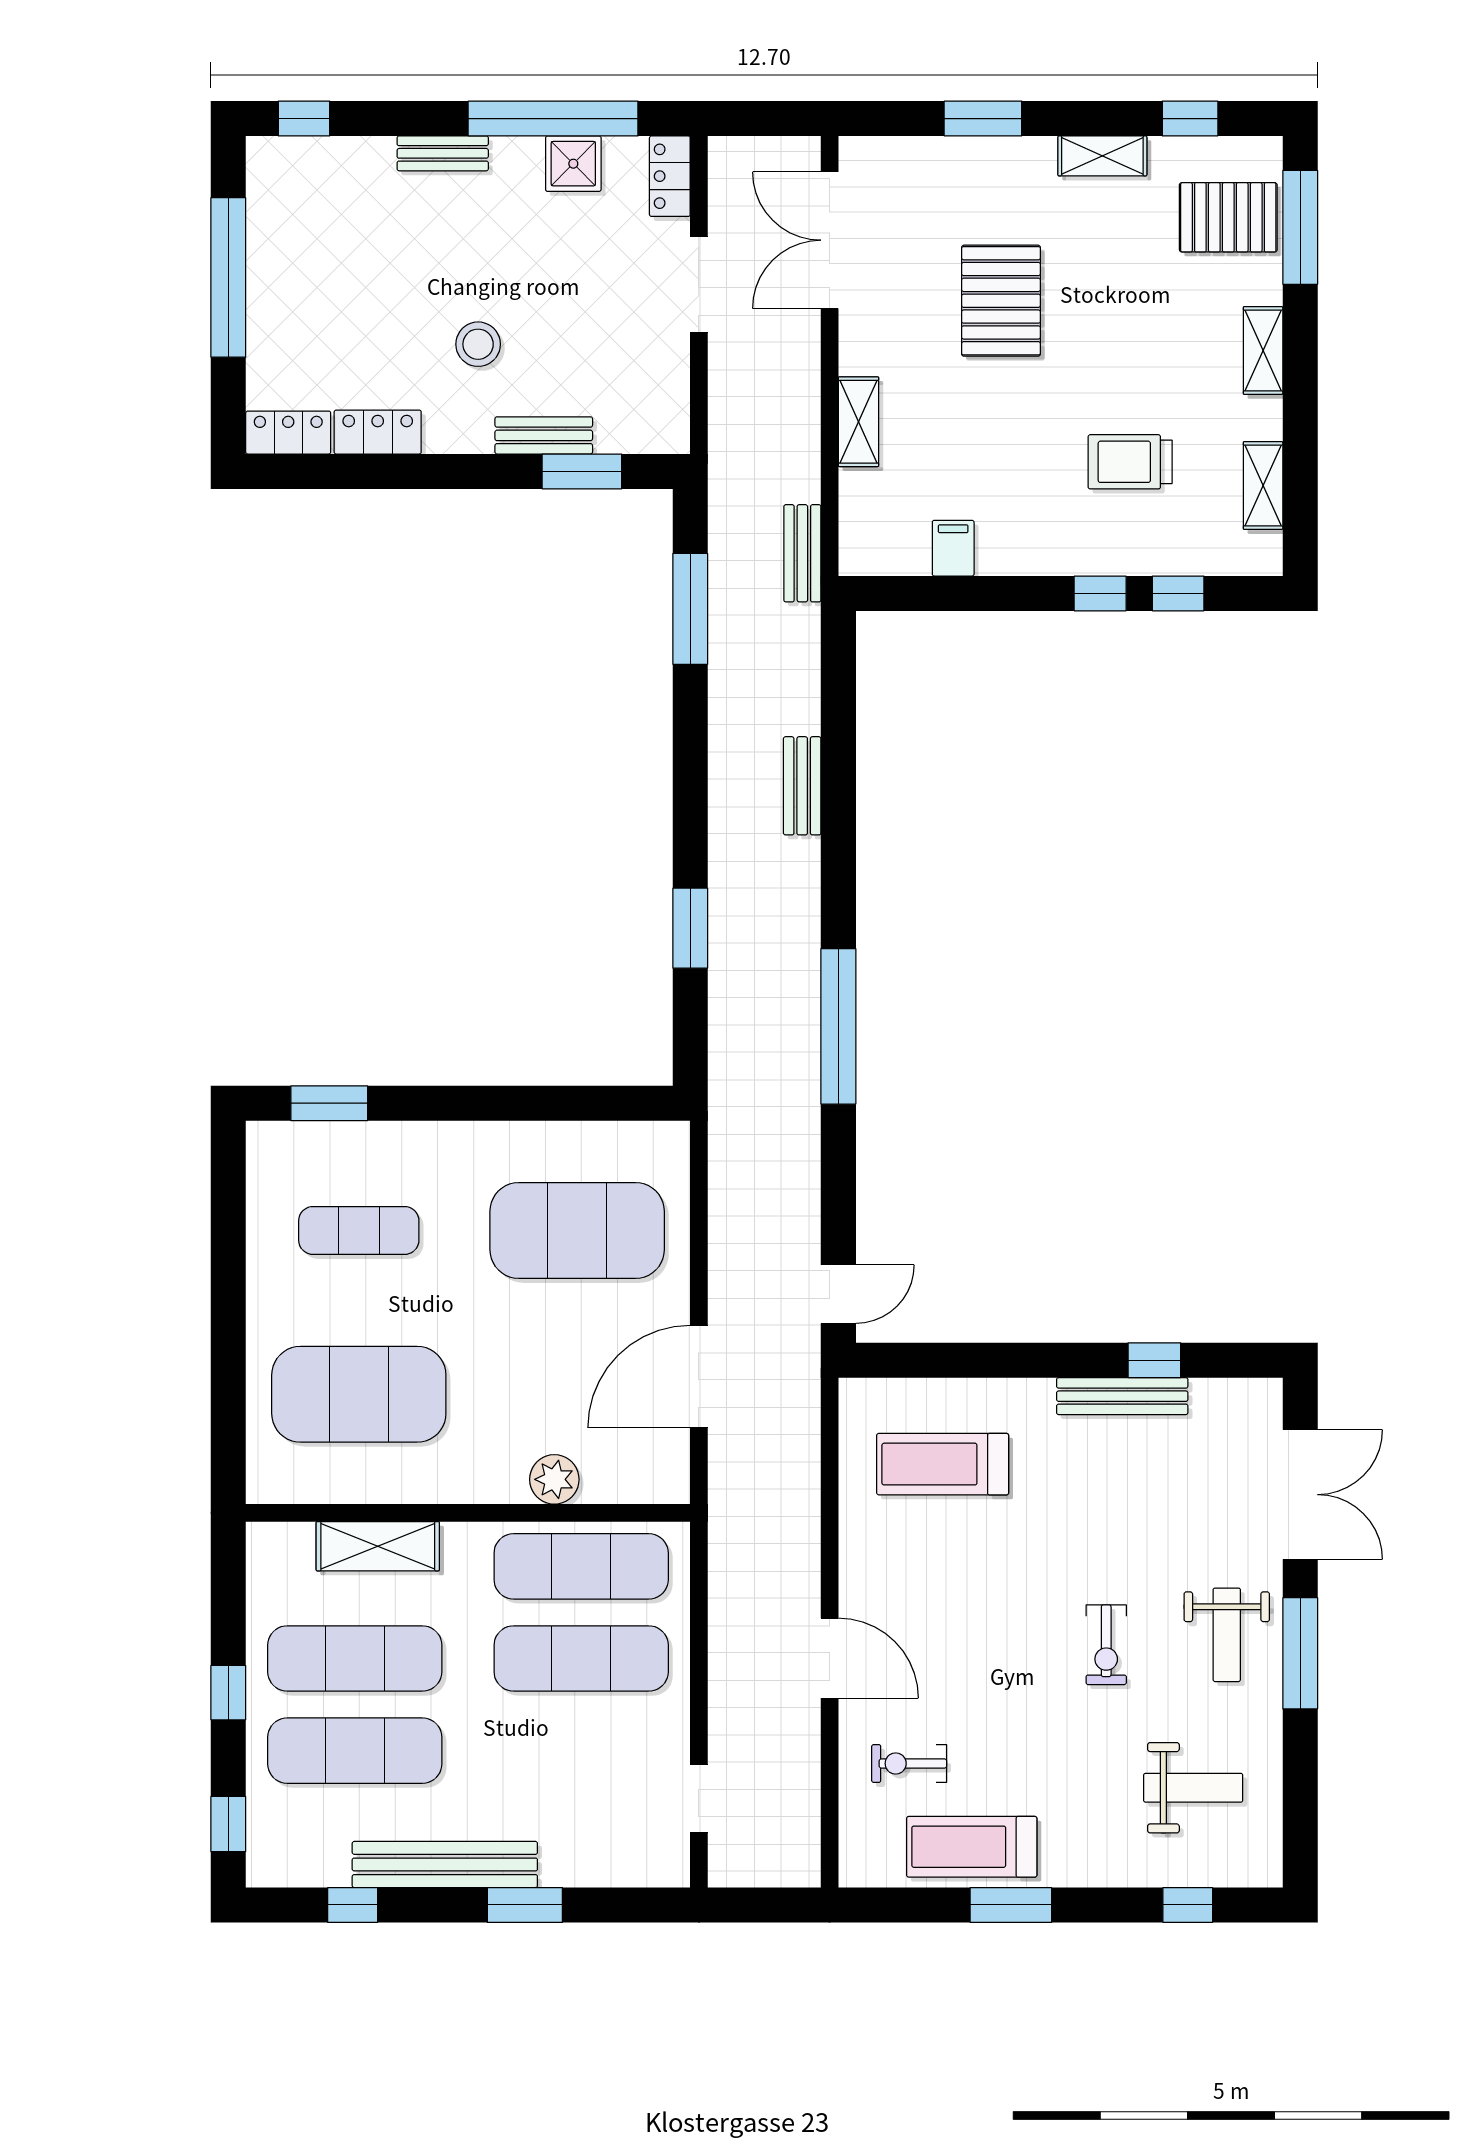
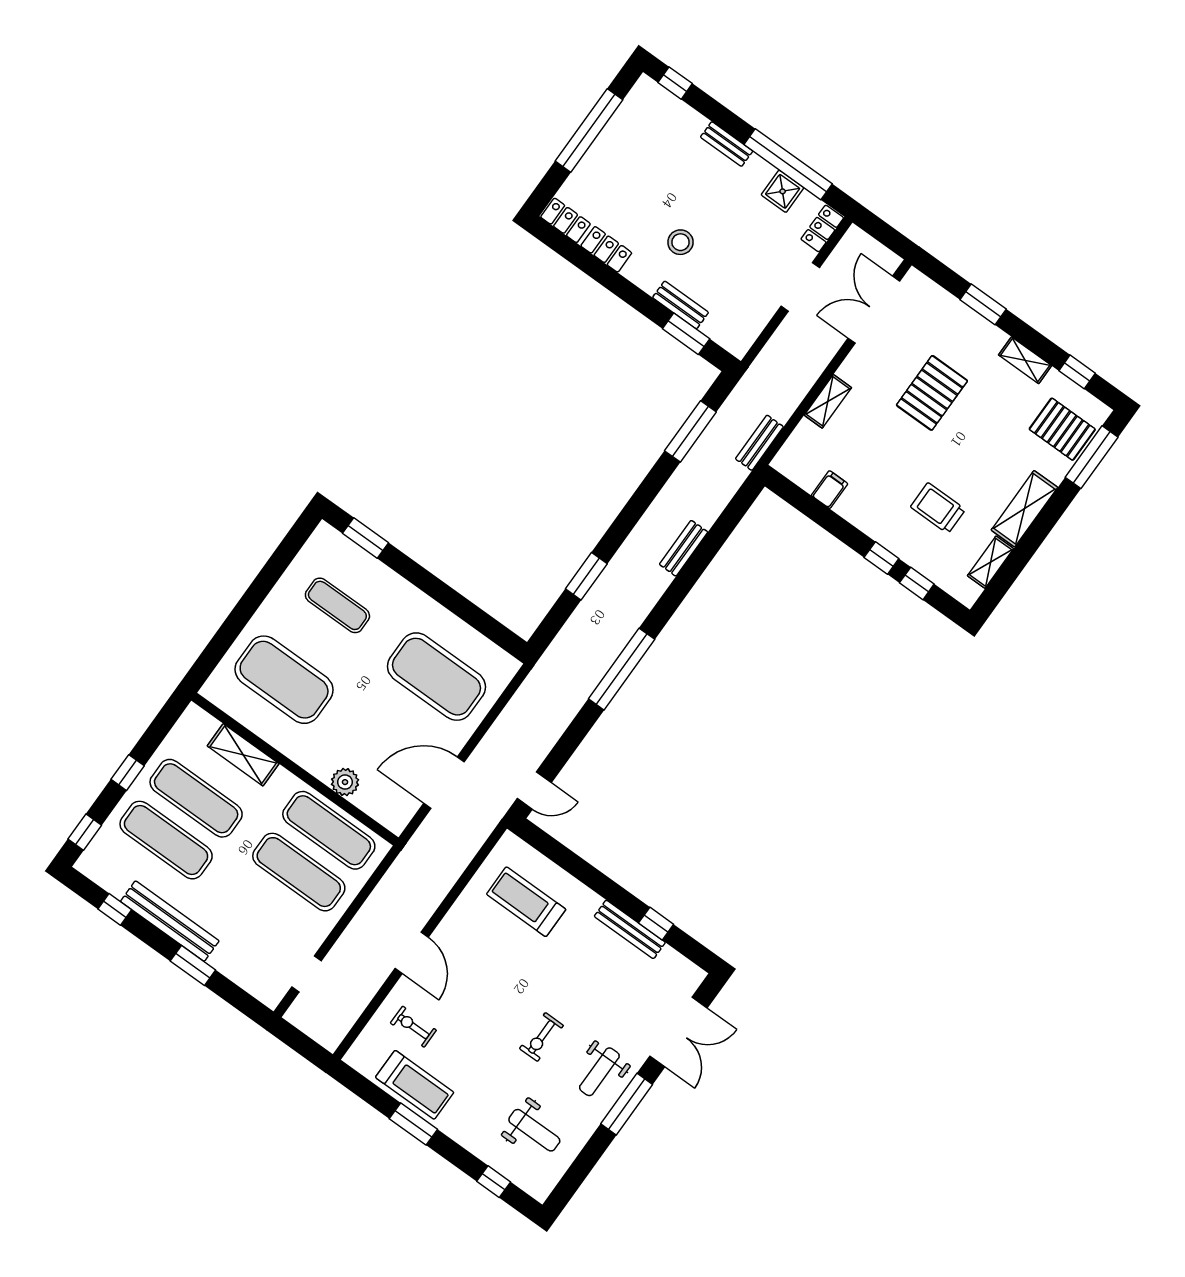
shelving: (1263, 350) -> (1024, 509), width x1.50, depth x1.33
treadmill: (972, 1847) -> (415, 1085), turned 180

